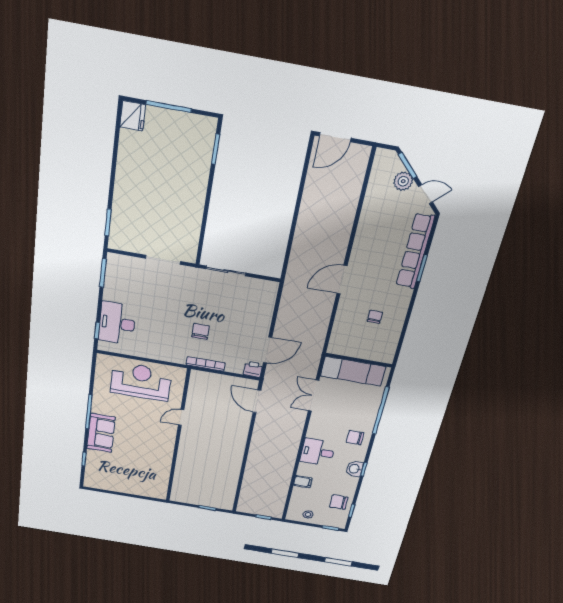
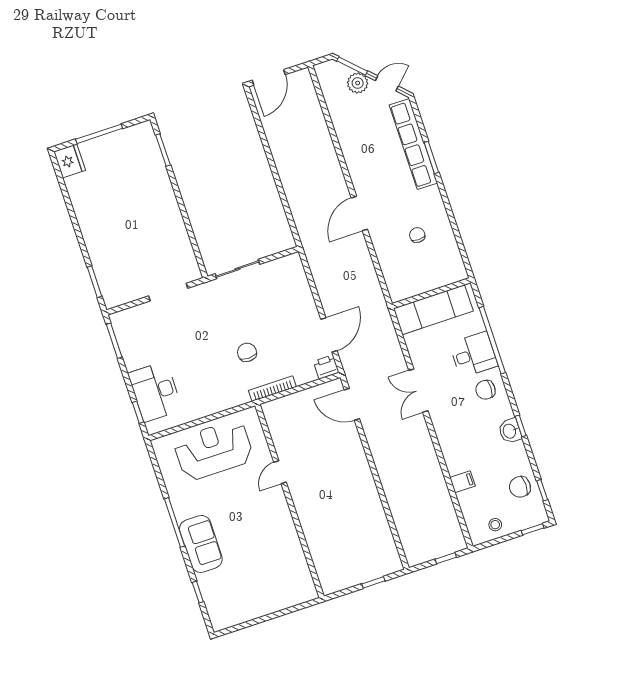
double door: (314, 396) -> (418, 391), moved
desk: (318, 452) -> (473, 355), moved, turned 180

